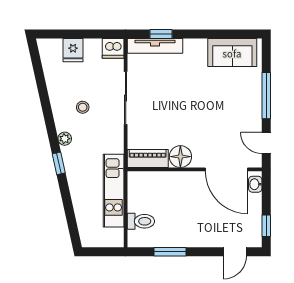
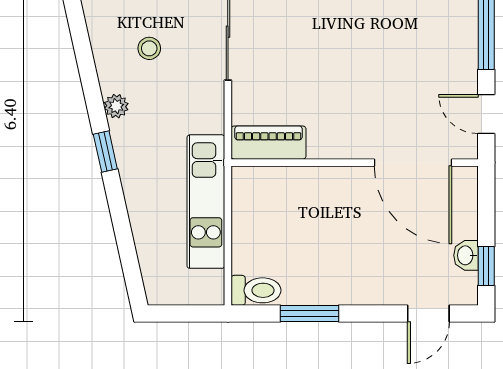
floor lamp: (180, 157) -> (329, 139), removed
washbasin: (255, 184) -> (466, 255), moved
toilet: (141, 221) -> (256, 290), moved

